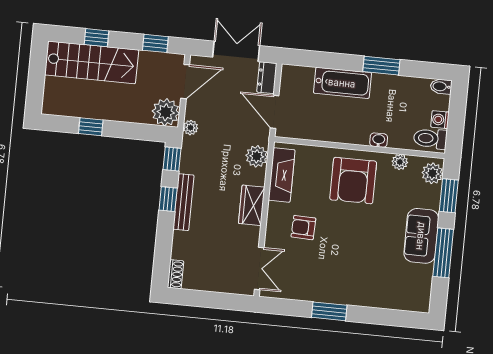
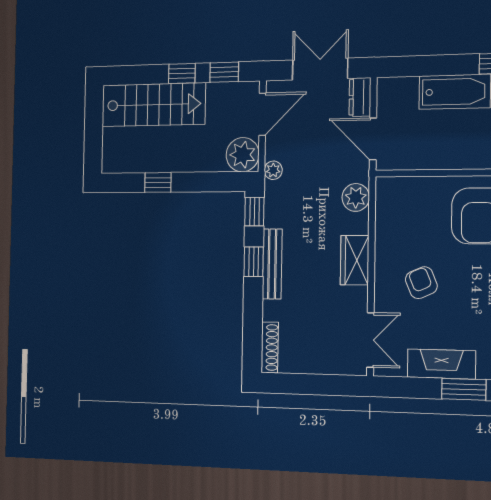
window: (97, 38) -> (182, 74), moved
fireplace: (282, 175) -> (441, 364), moved, turned -90
armchair: (303, 228) -> (421, 283), turned 65
shoe rack: (175, 274) -> (270, 347), width x1.43

